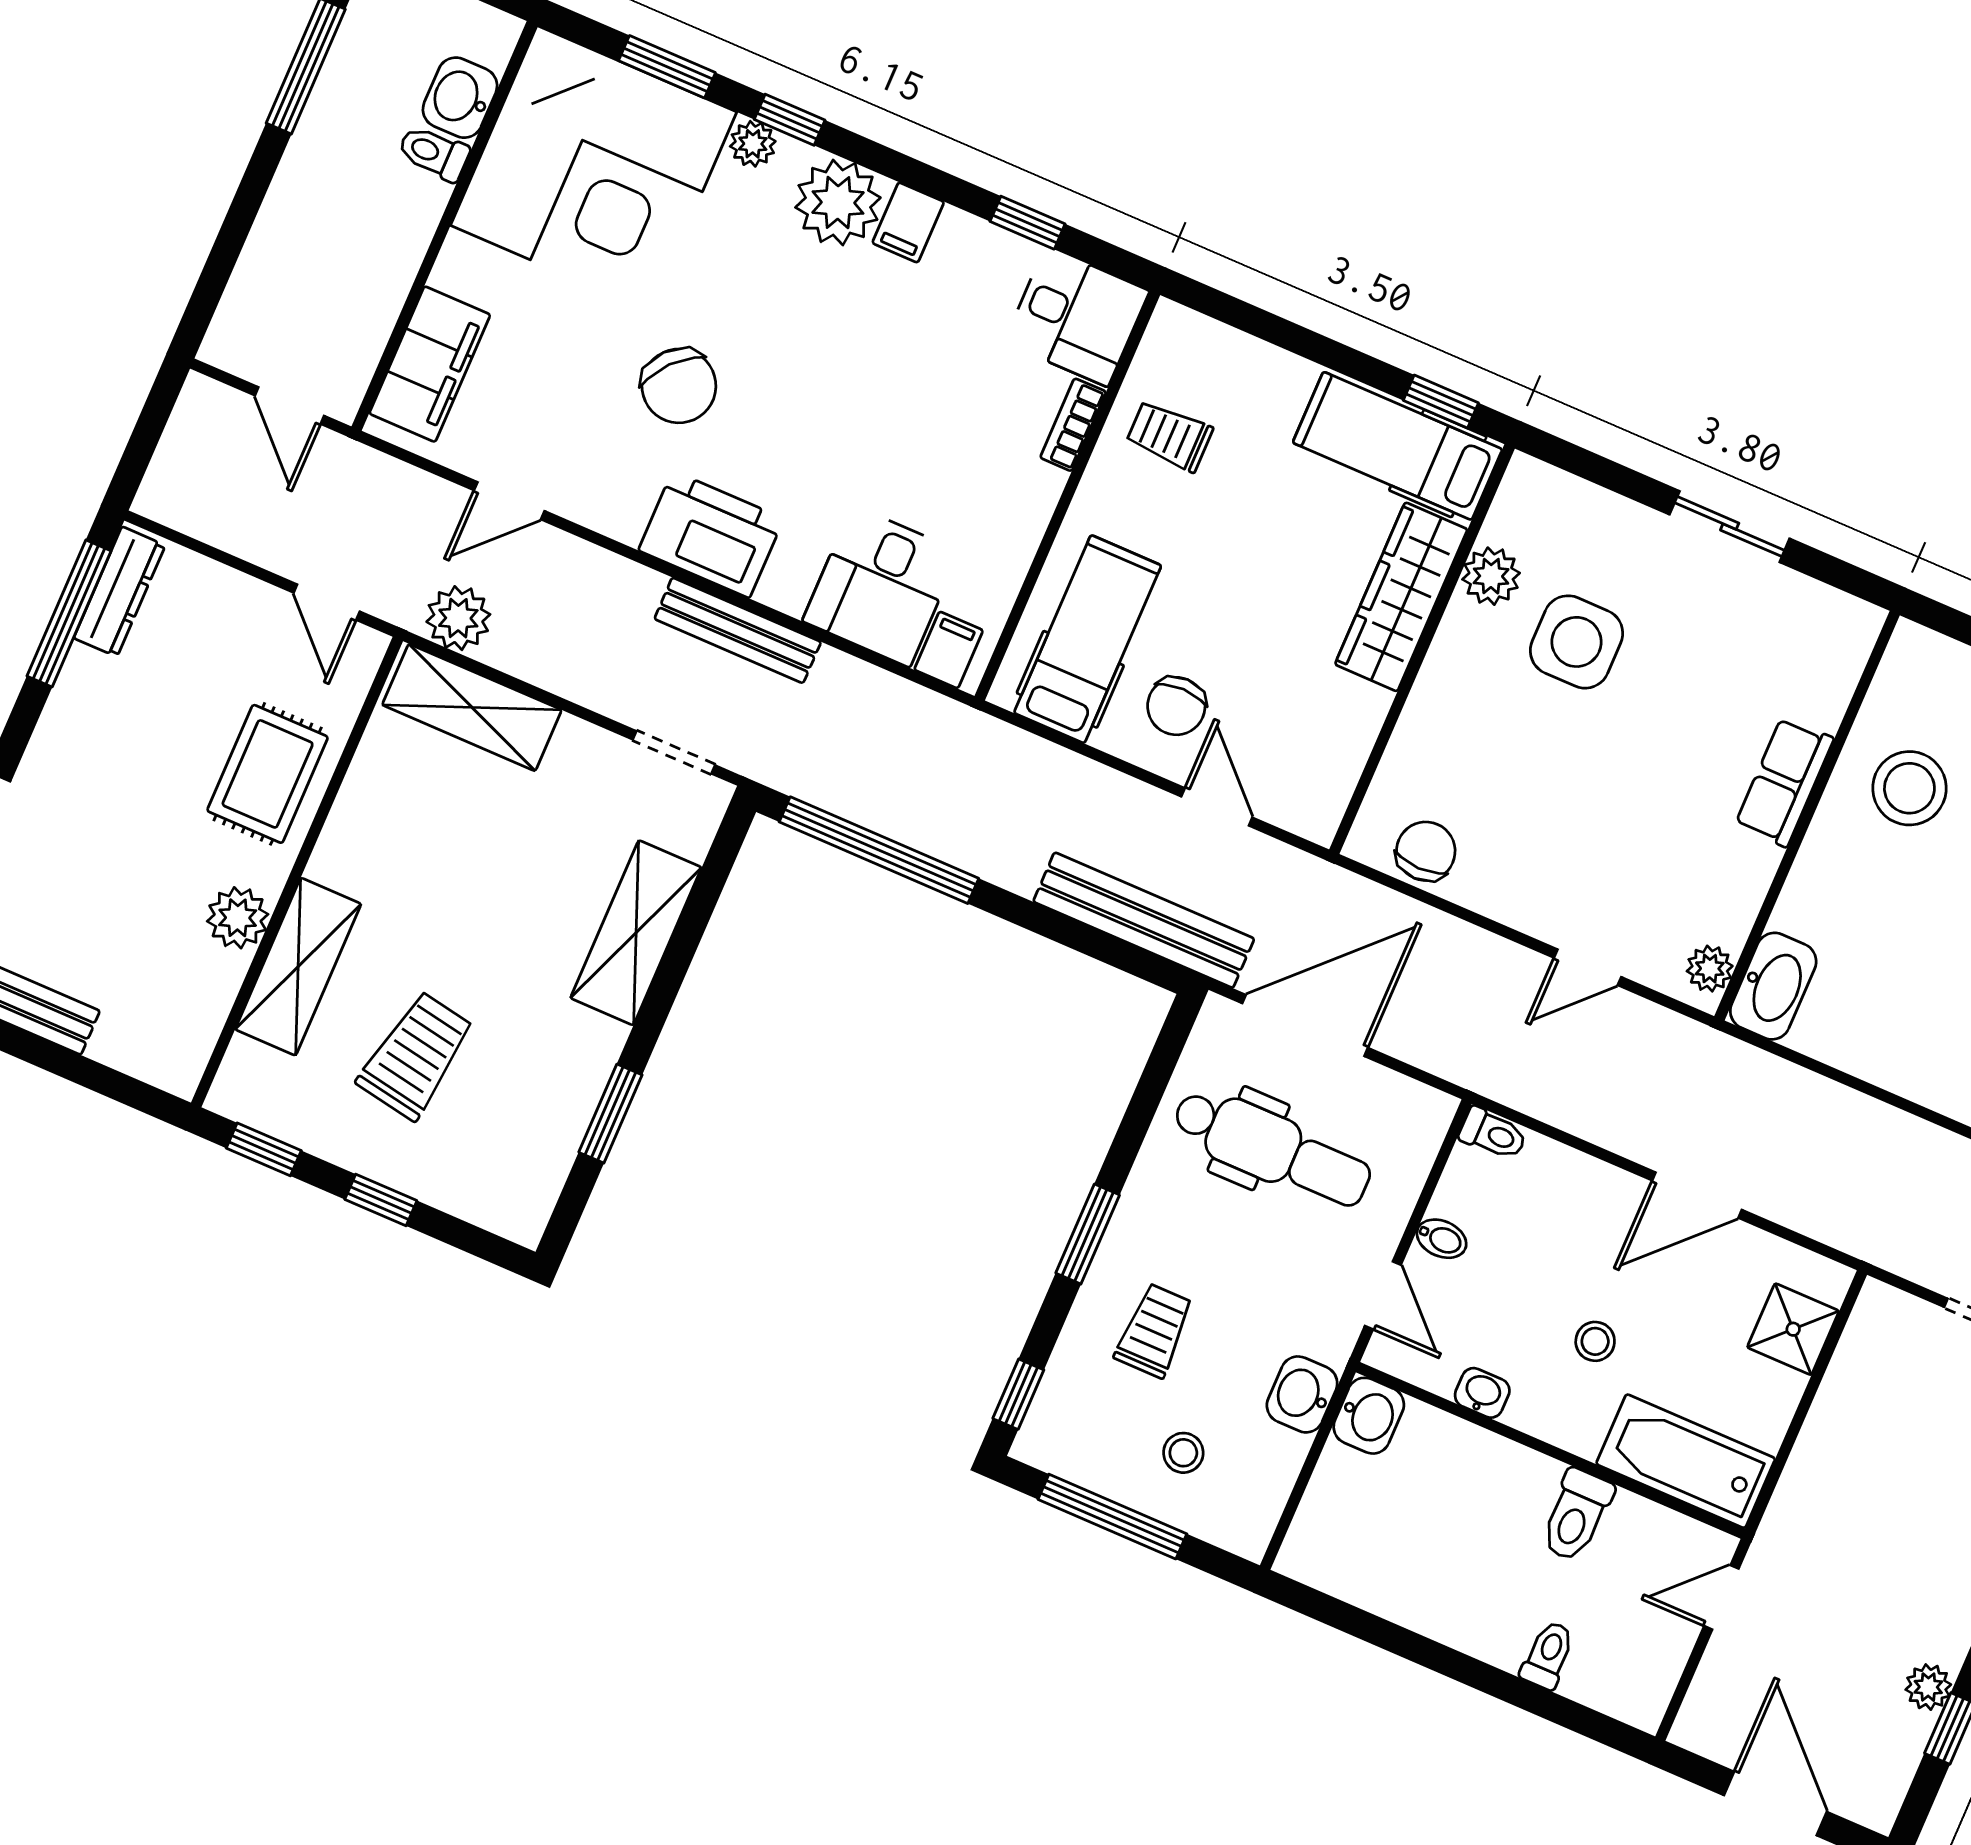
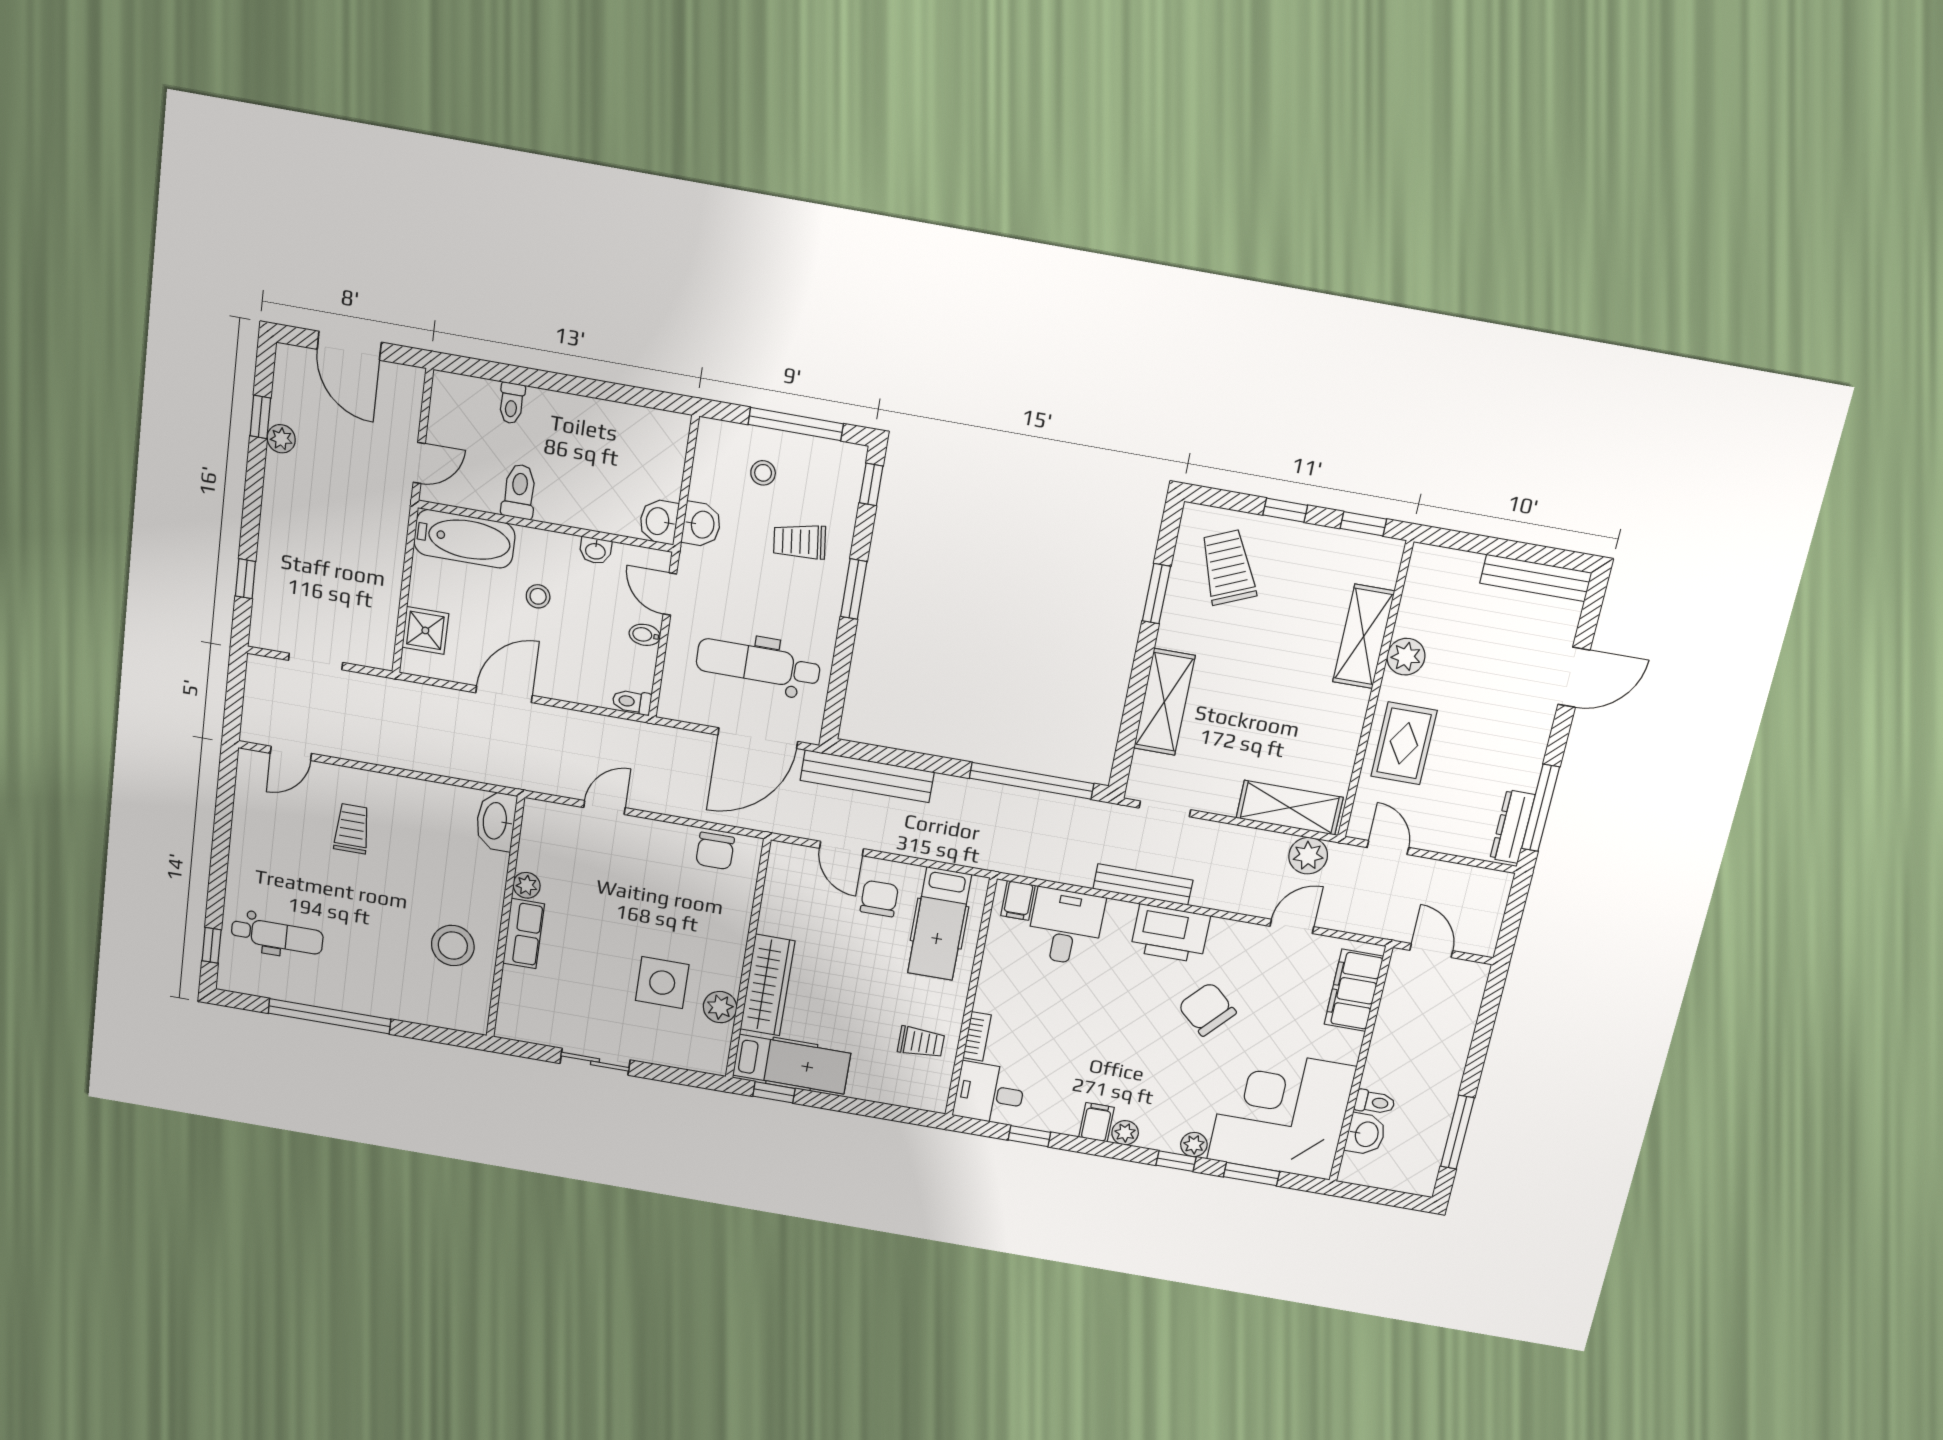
plant: (838, 203) -> (1125, 1133), width x0.53, depth x0.53
plant: (1710, 969) -> (527, 885), moved
trolley: (416, 1055) -> (1228, 567), moved, turned 147
trolley: (1154, 1331) -> (800, 542), turned 83

